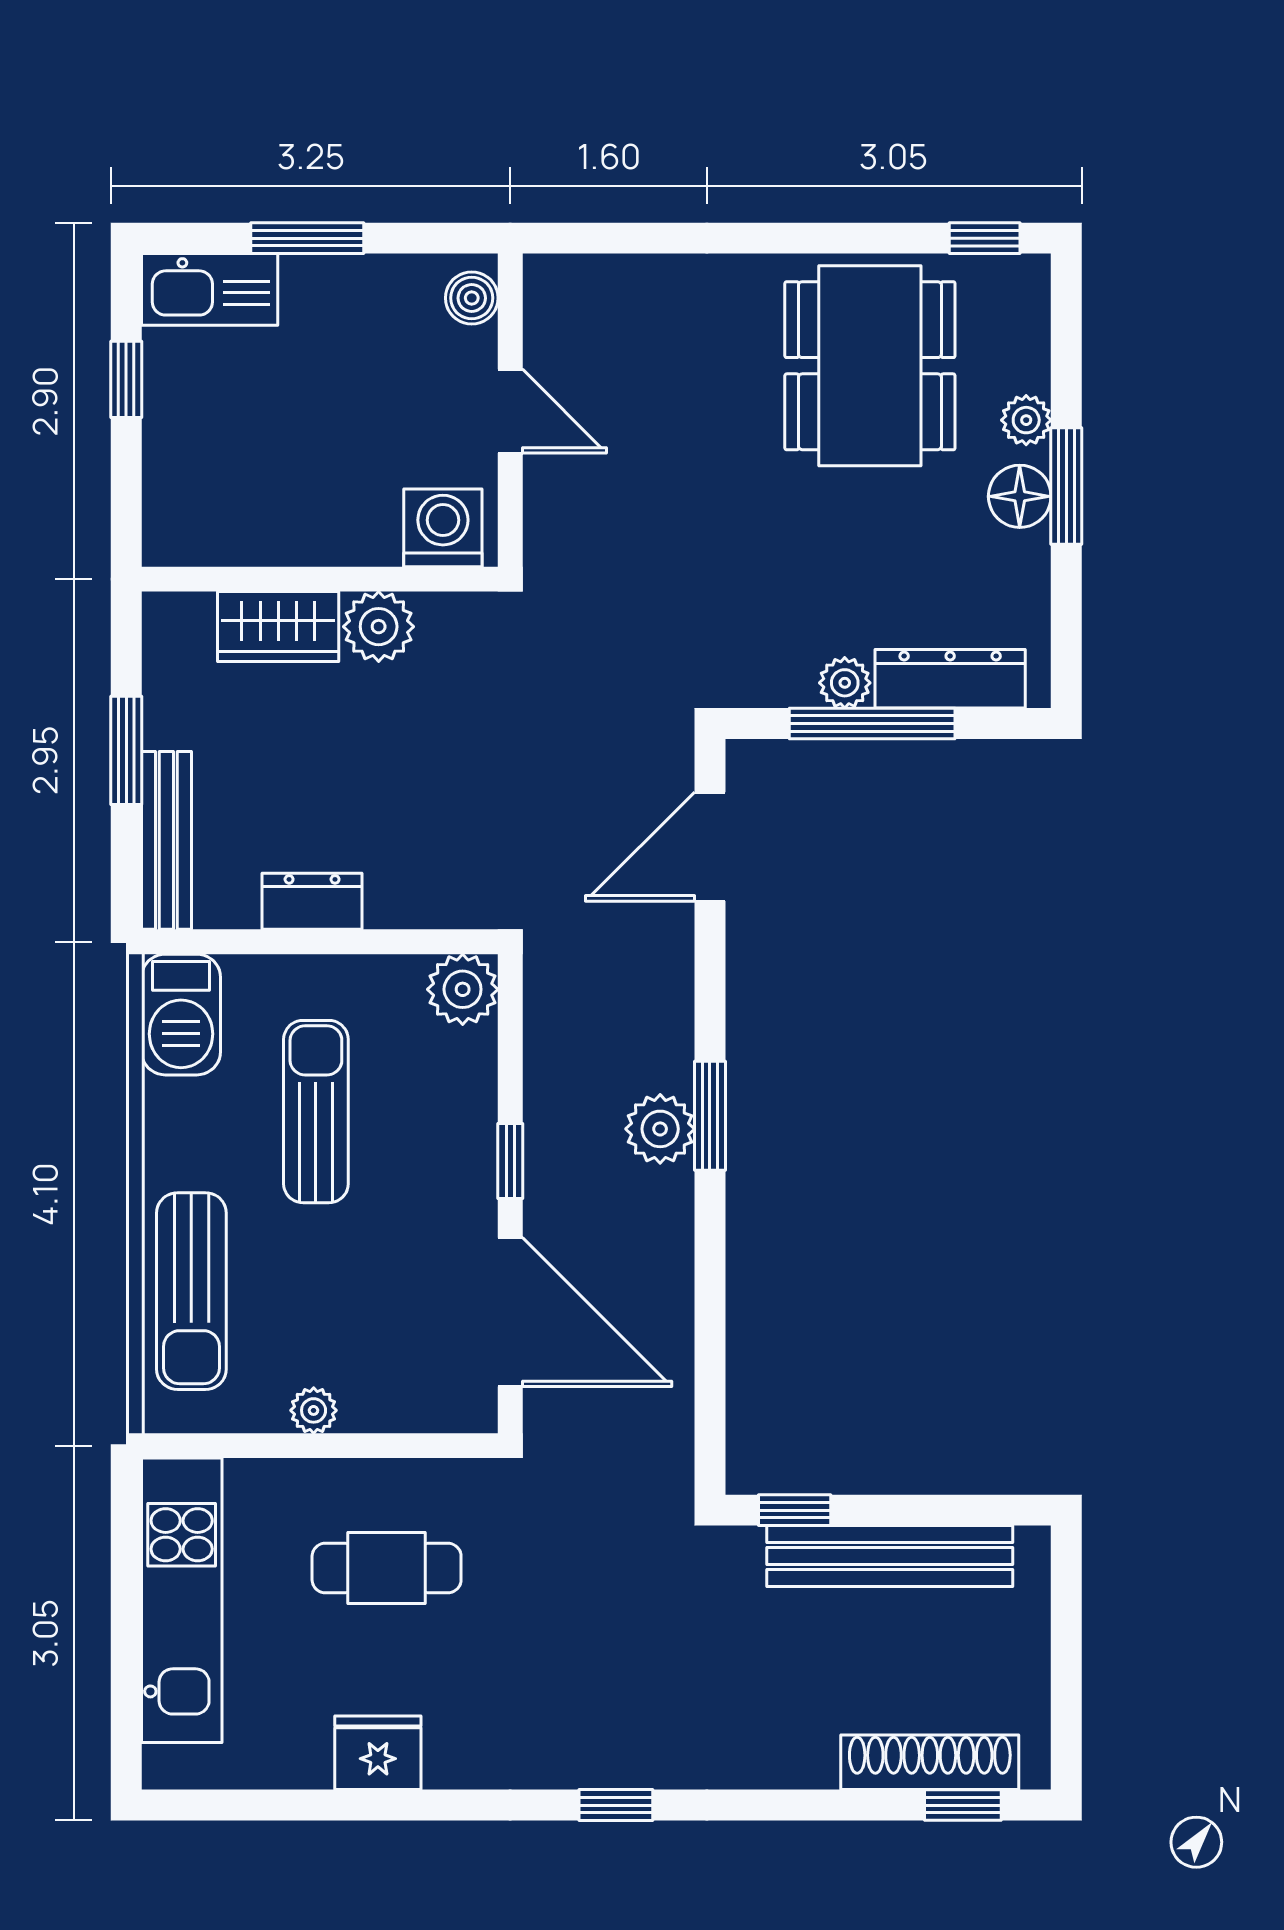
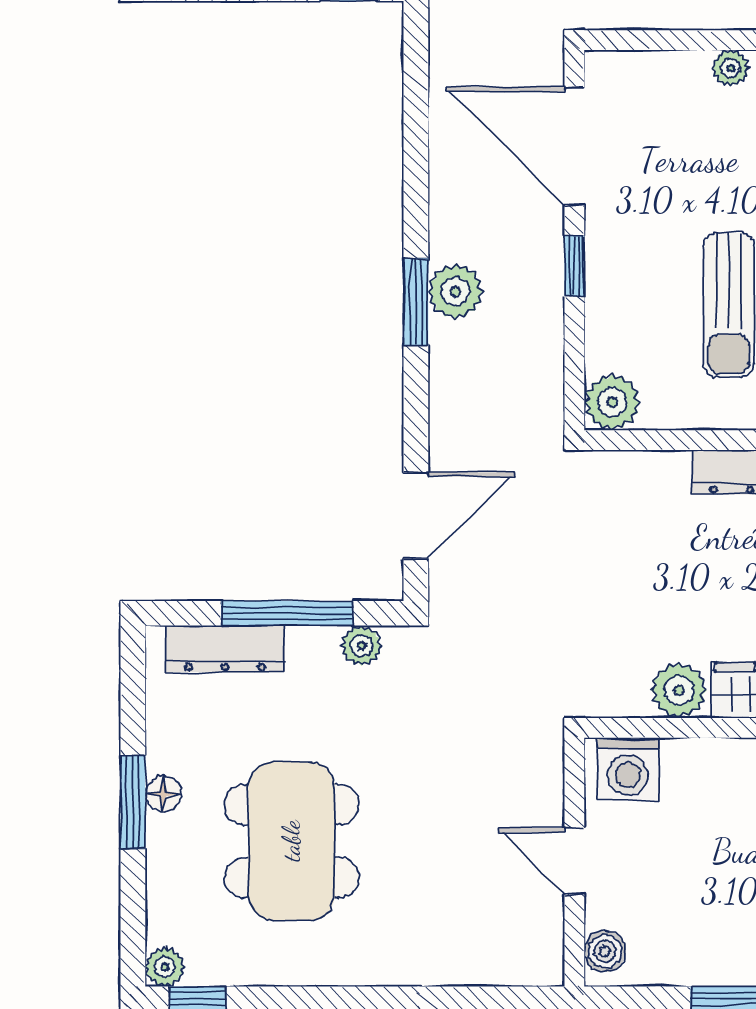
dining table: (870, 366) -> (291, 841), moved
plant: (1026, 420) -> (165, 967), moved
floor lamp: (1020, 496) -> (163, 794), width x0.73, depth x0.73
plant: (845, 683) -> (362, 646), moved

